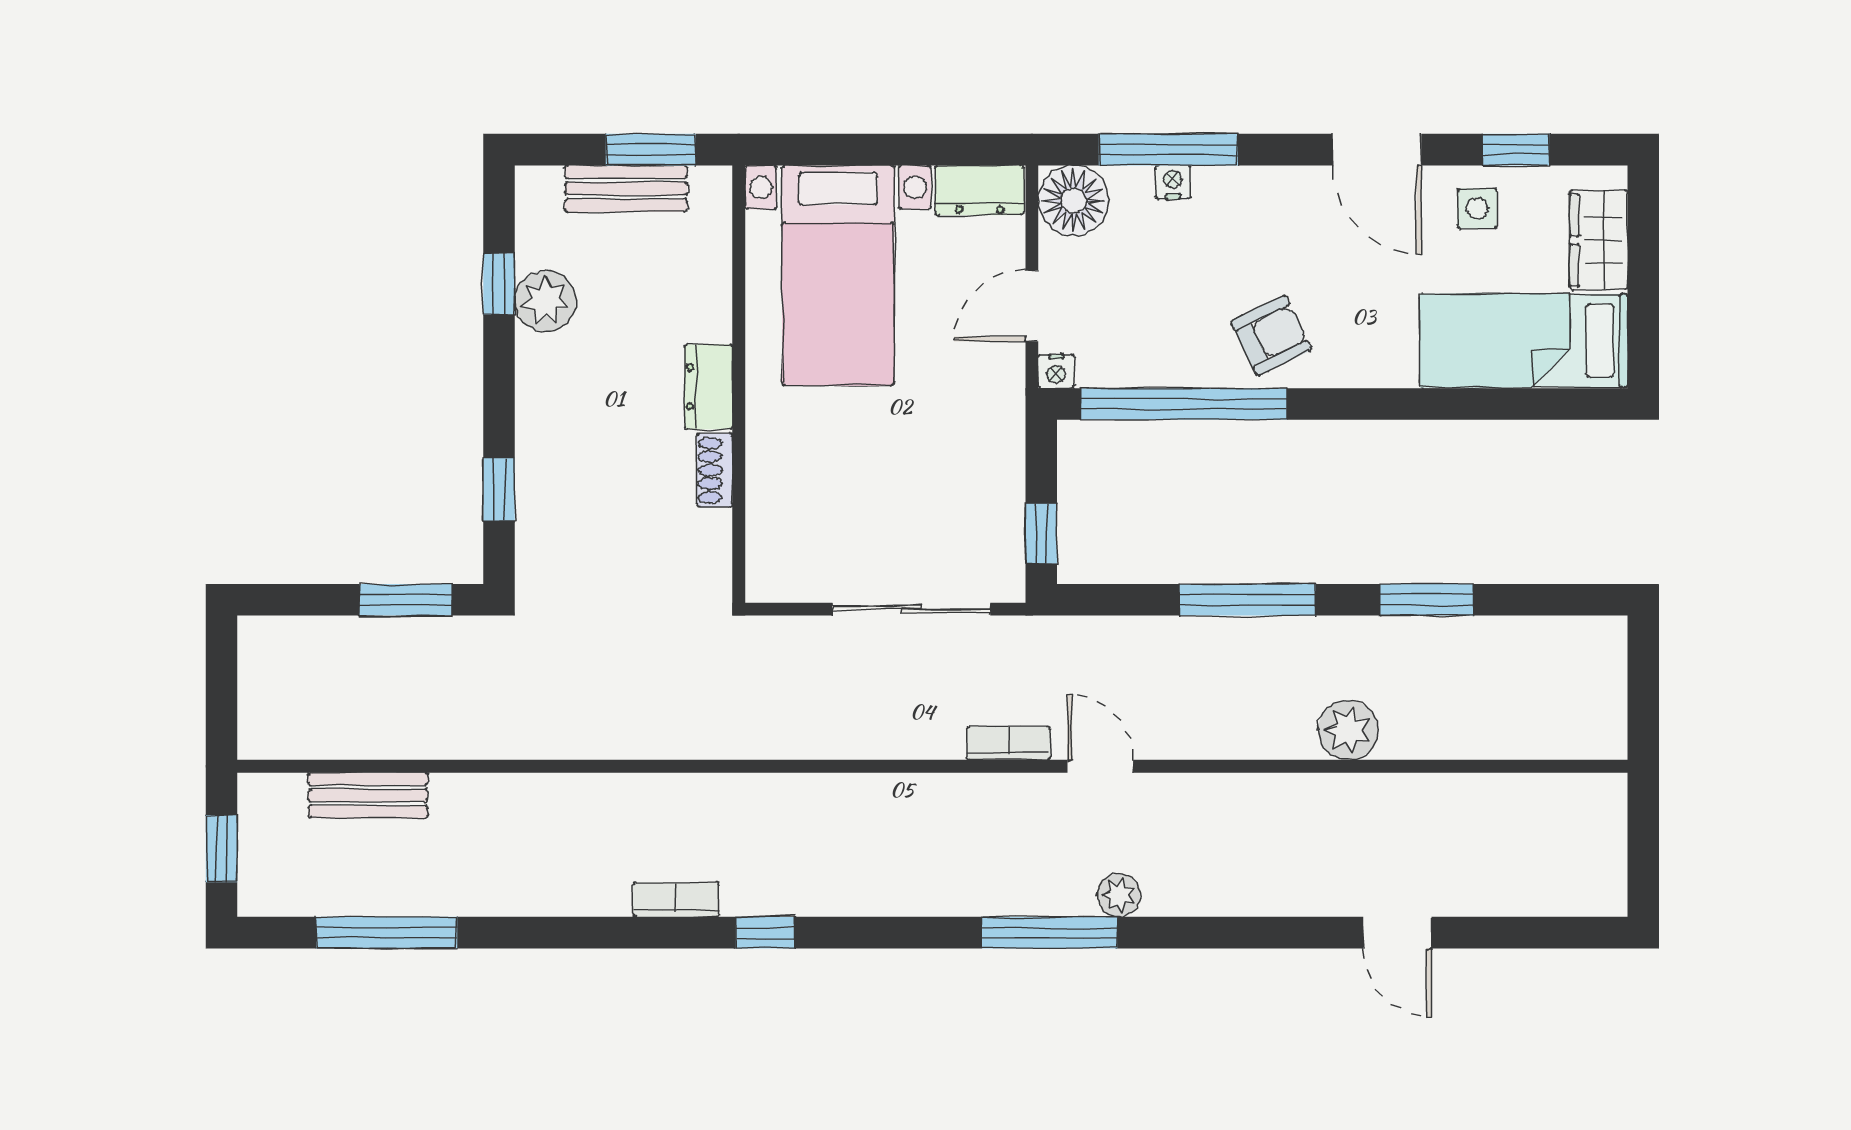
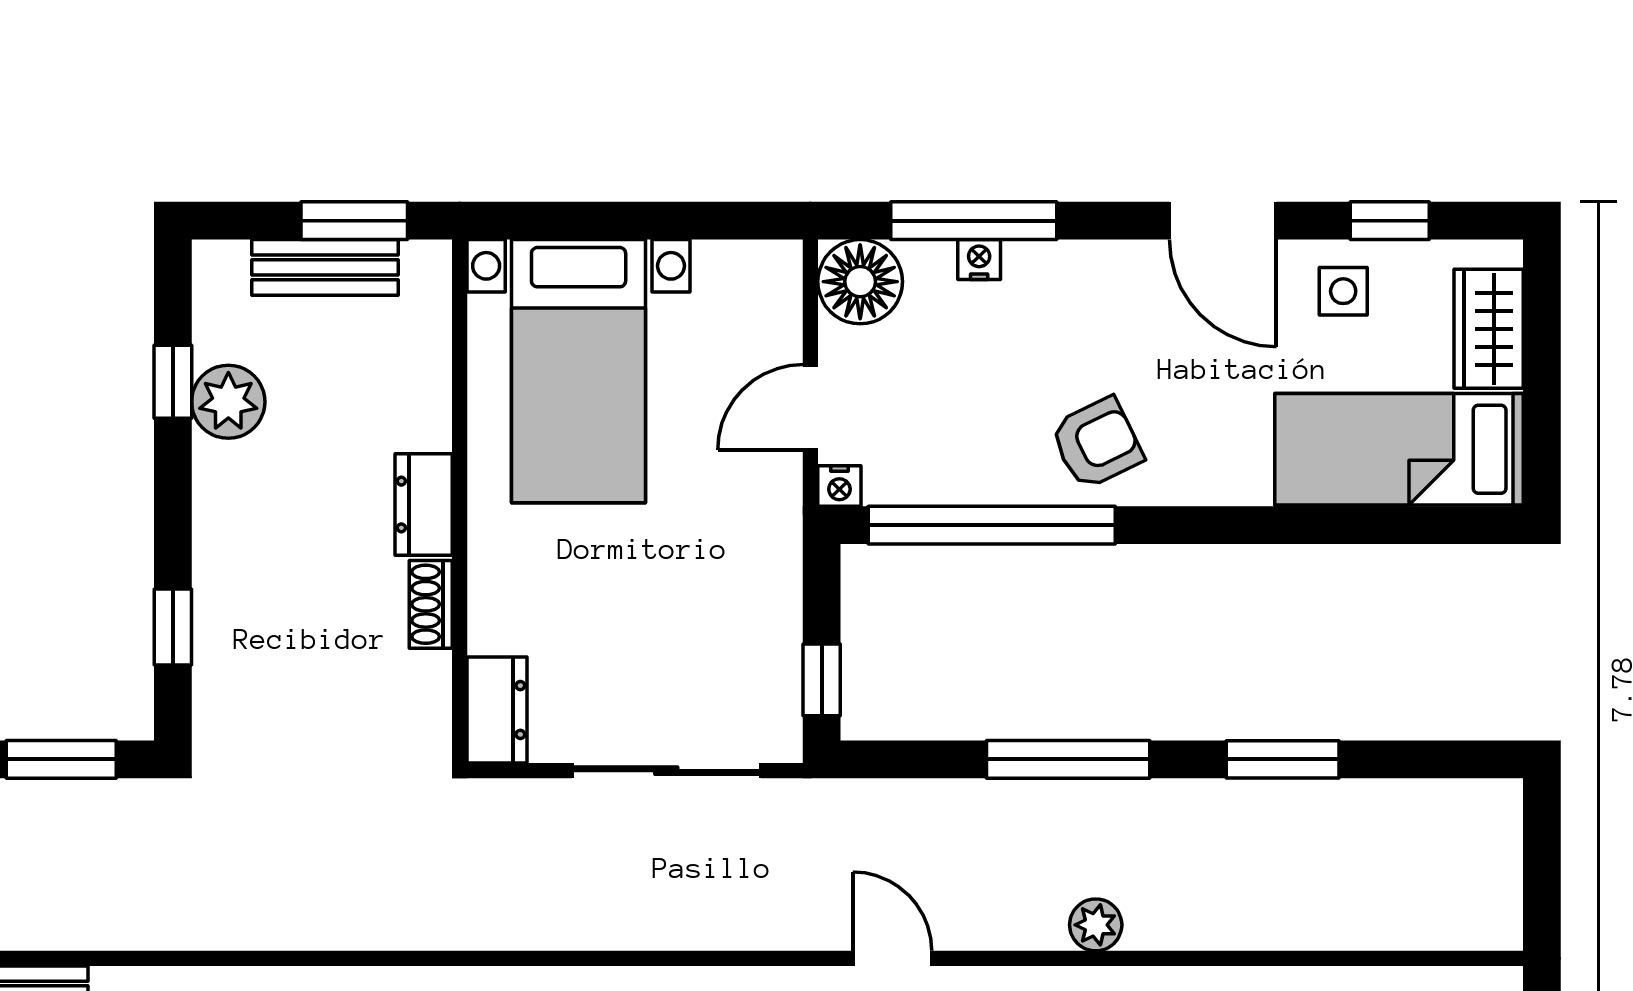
dresser: (980, 190) -> (497, 710), moved, turned -90
plant: (1348, 730) -> (1096, 925), moved, width x0.73, depth x0.73
bookcase: (1009, 743) -> (783, 931), removed

